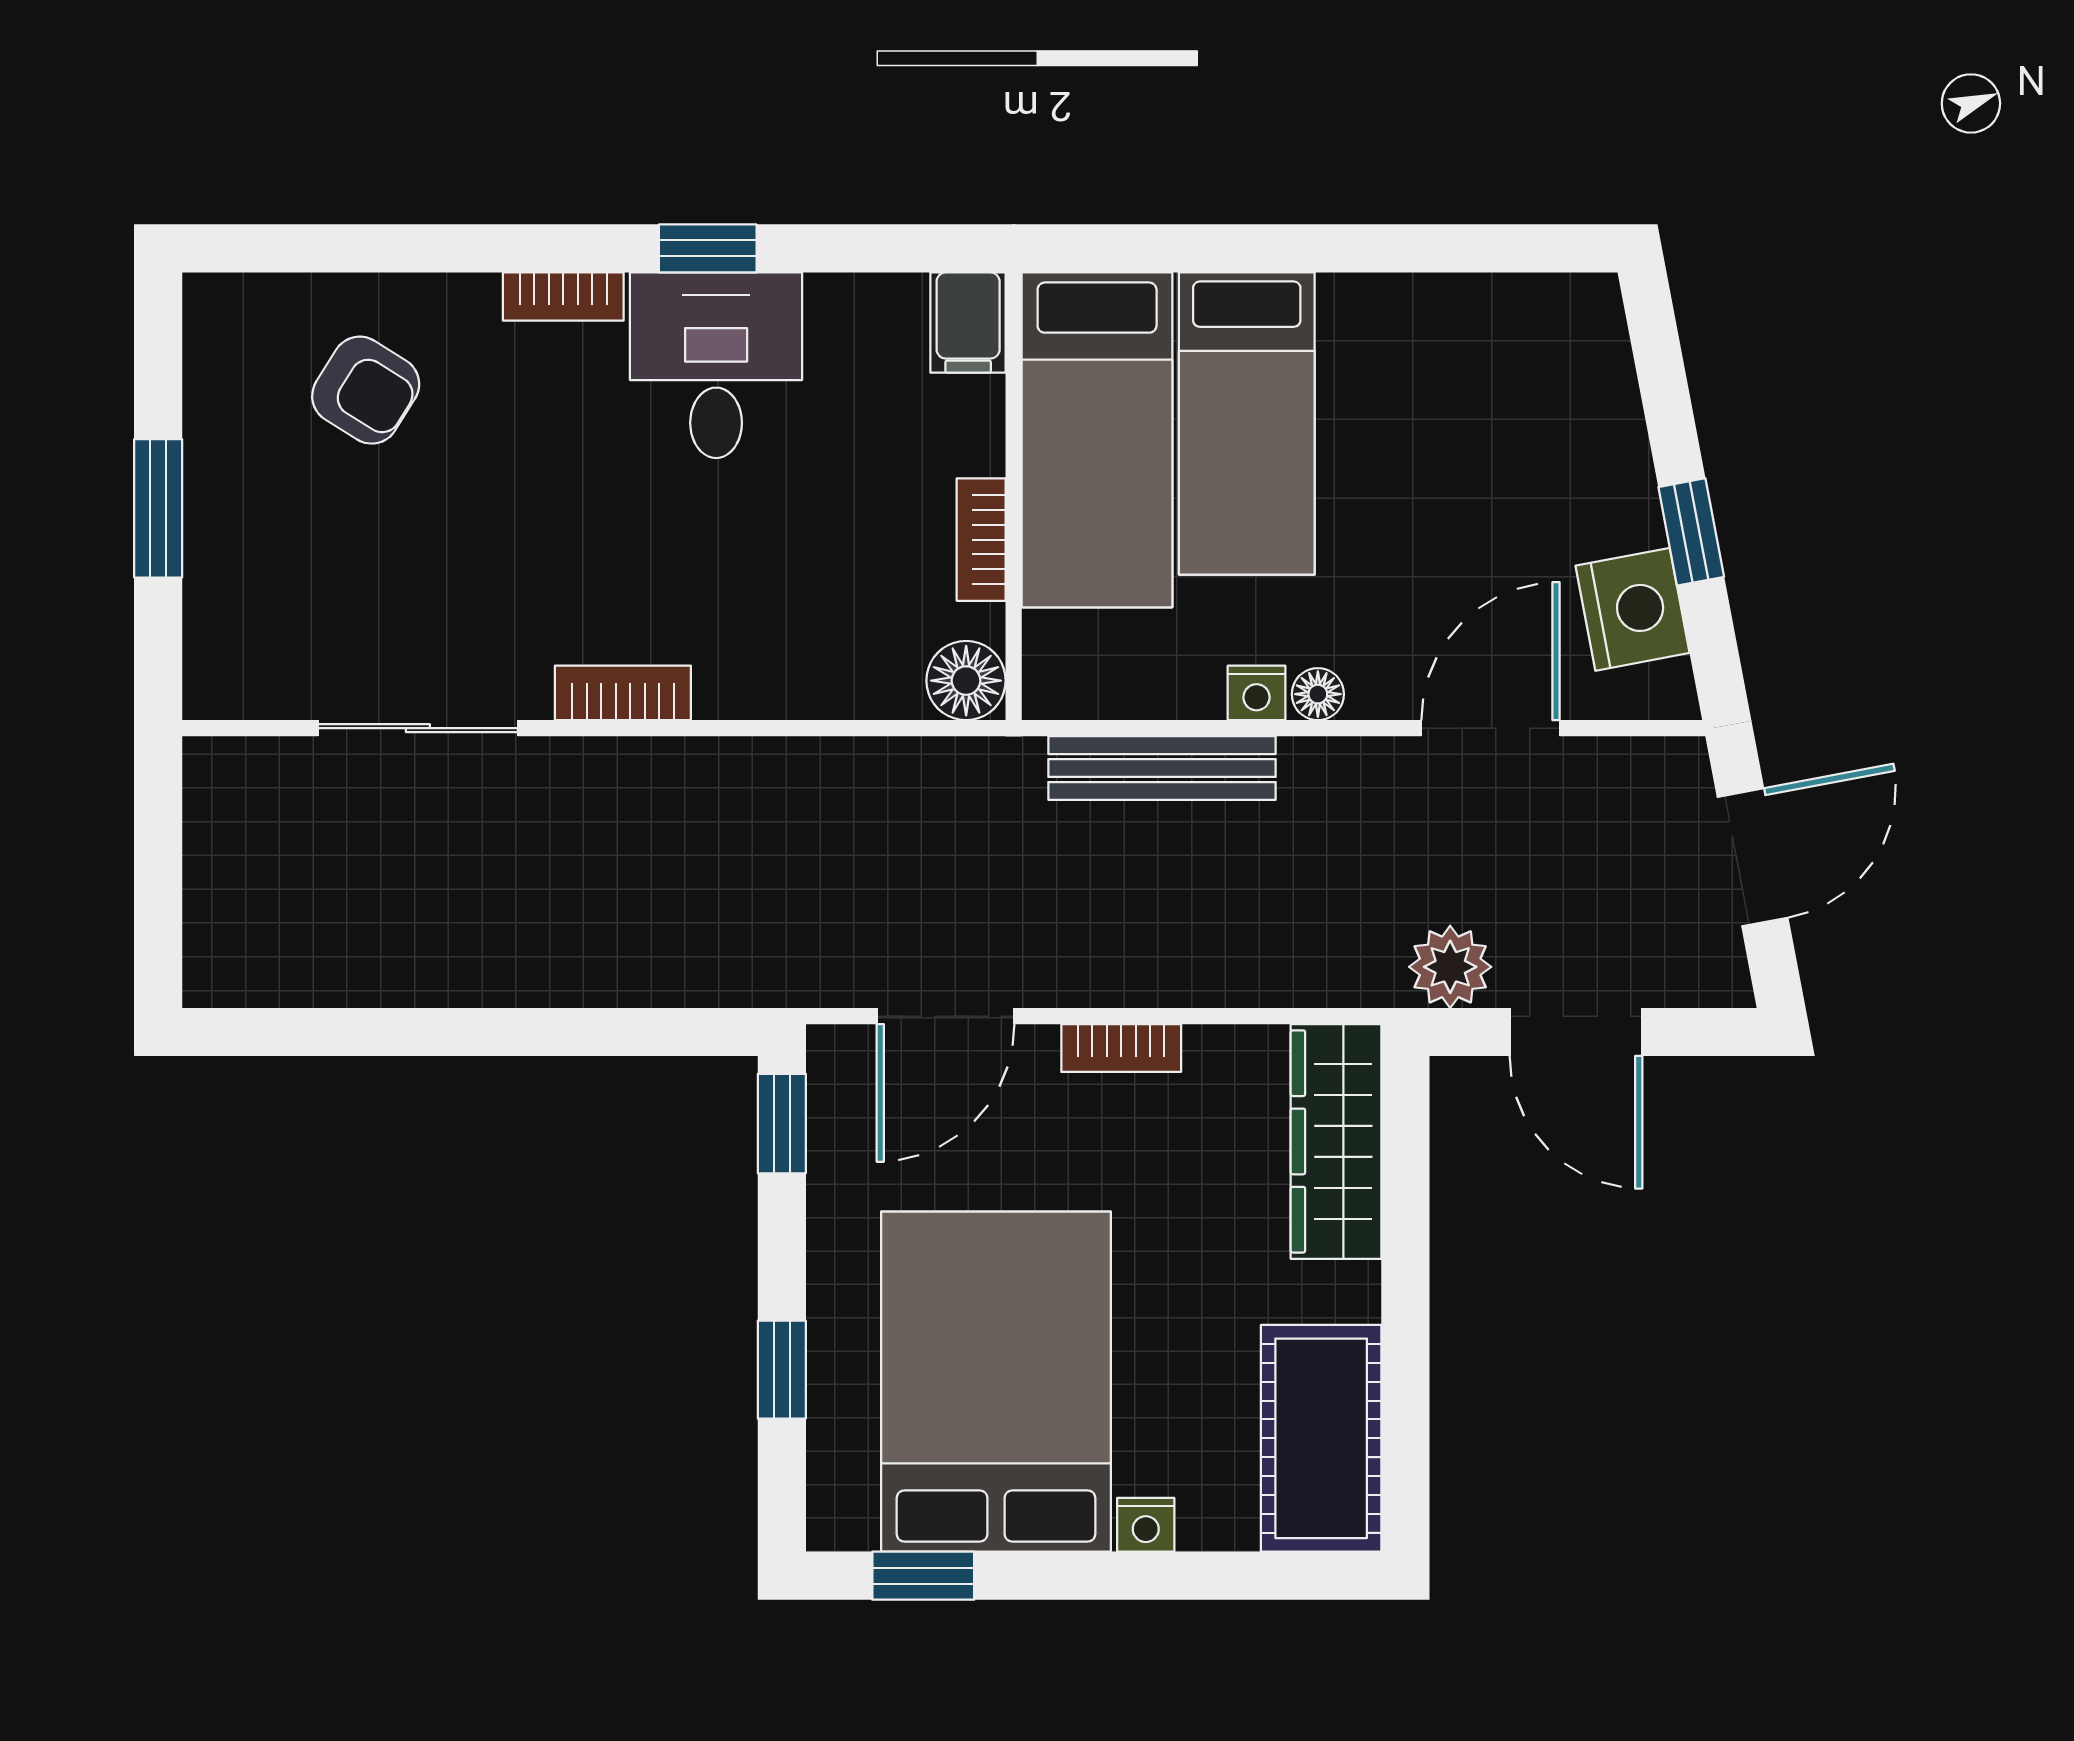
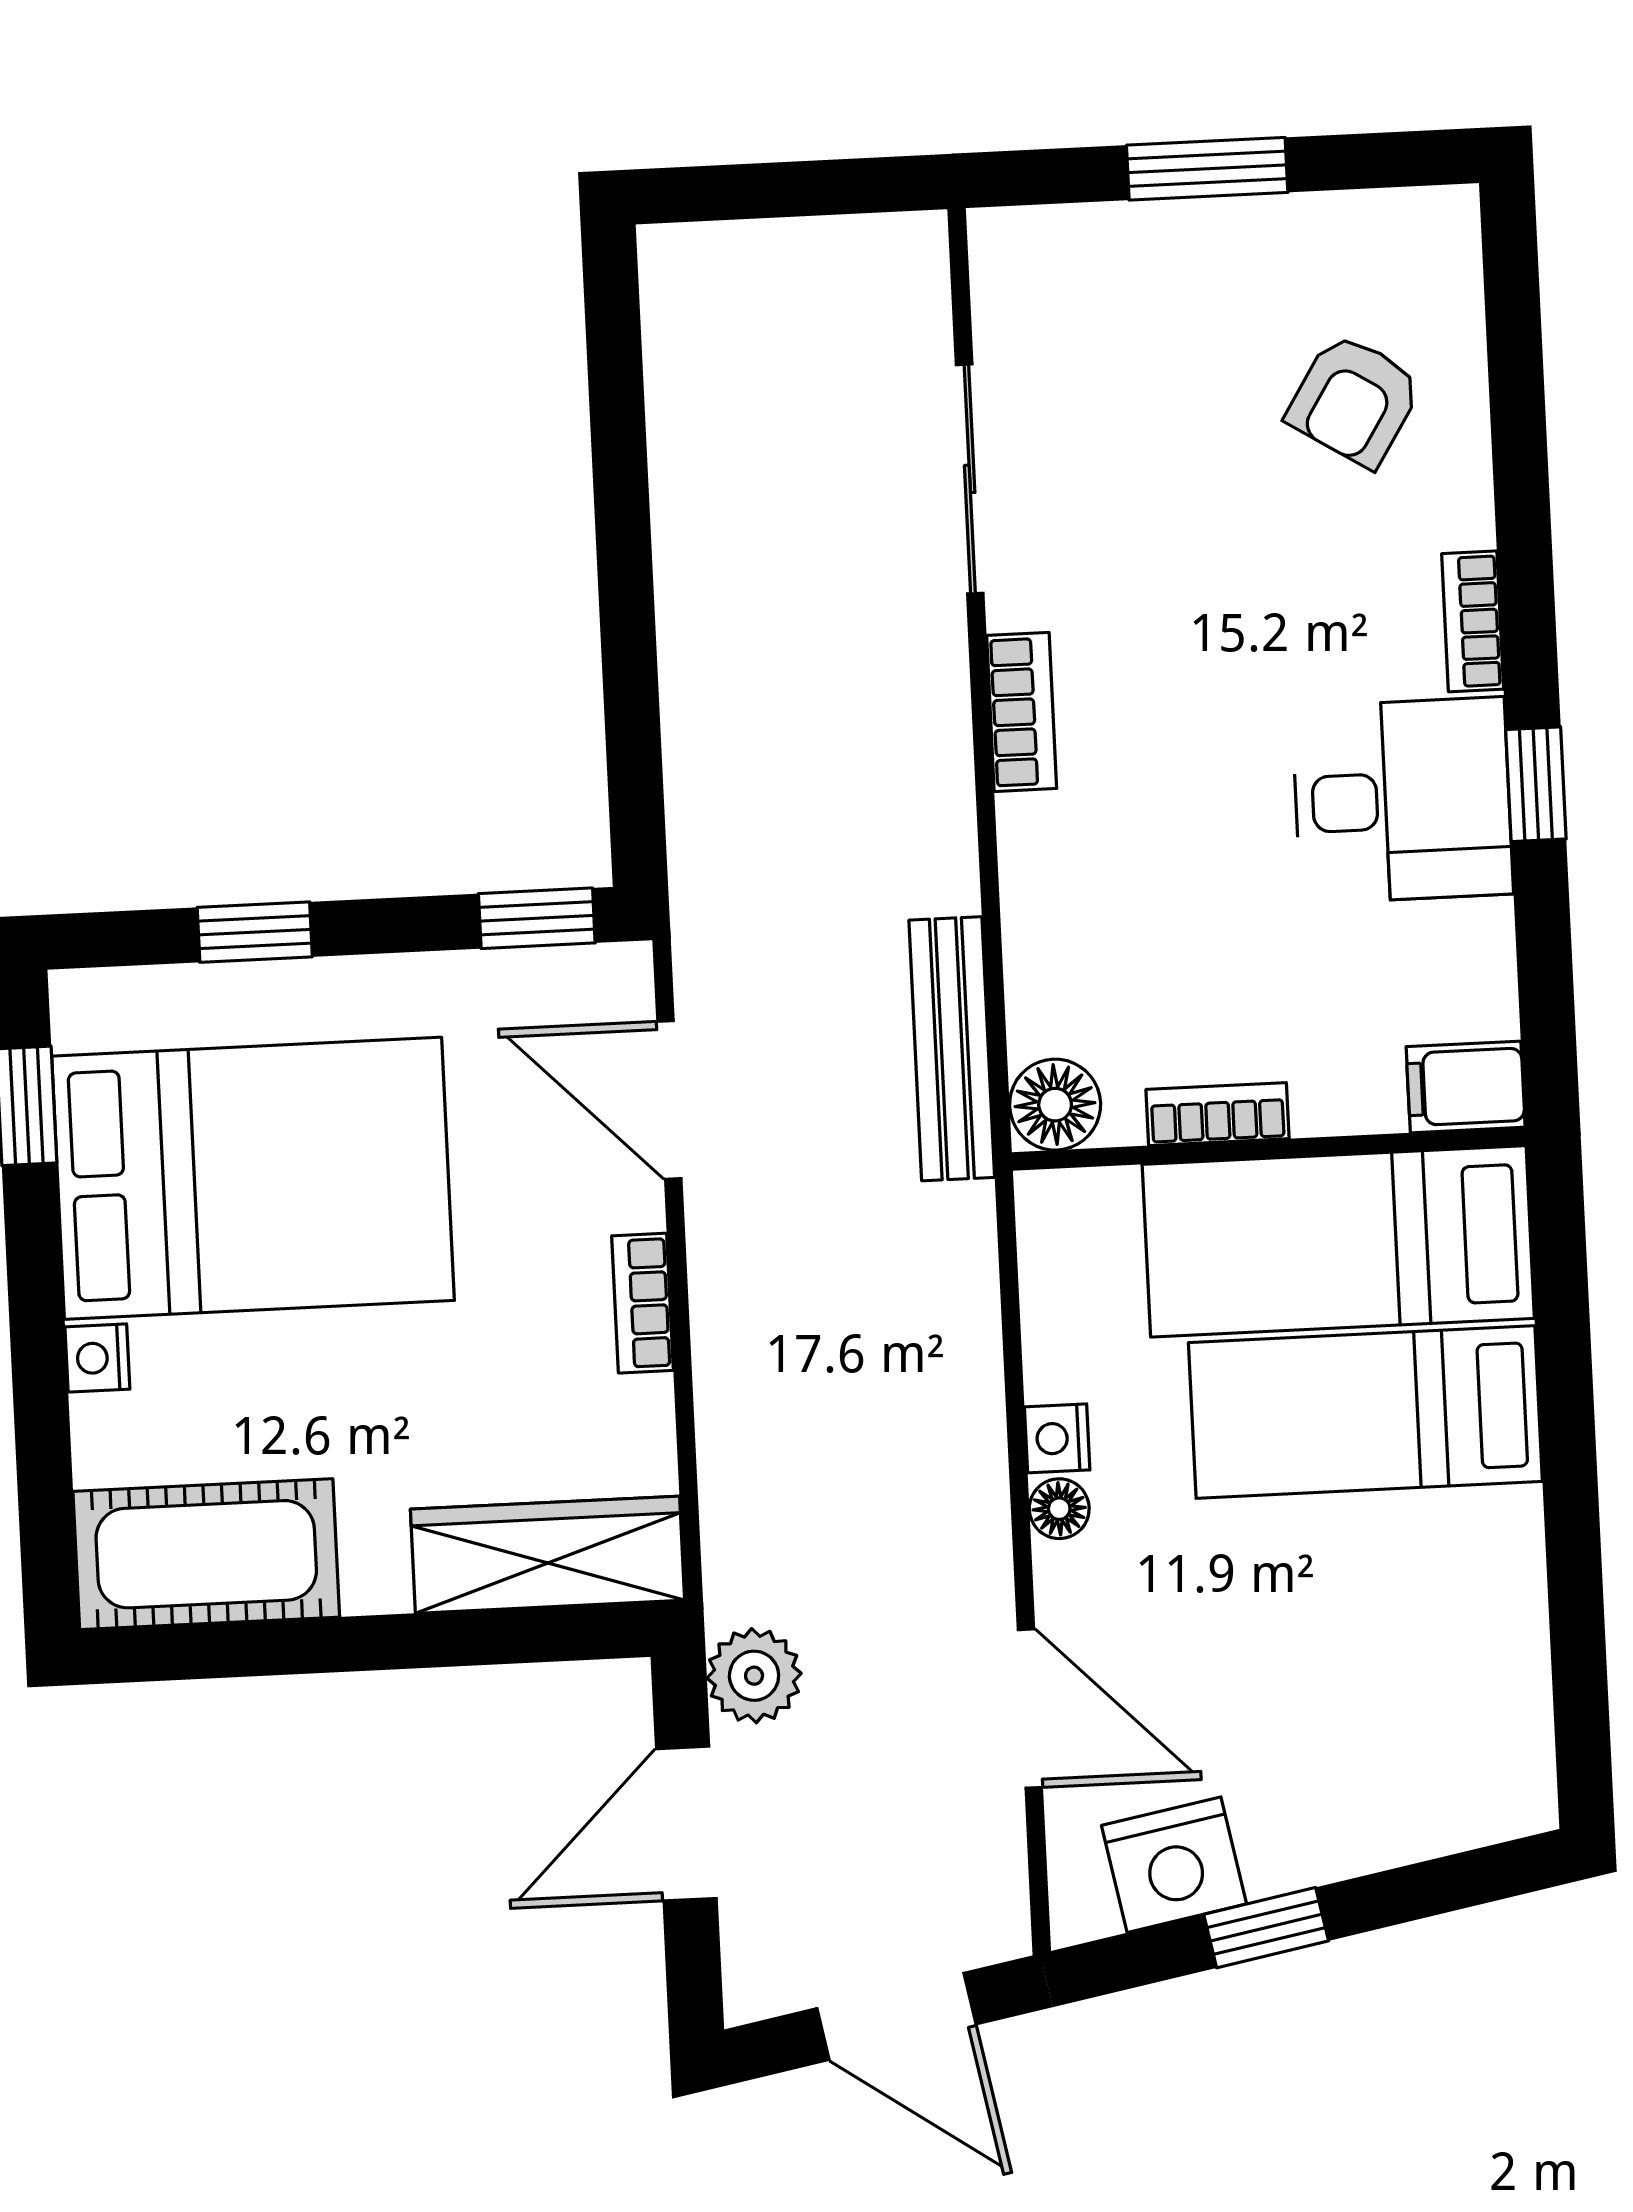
bench: (1162, 768) -> (952, 1049), moved

